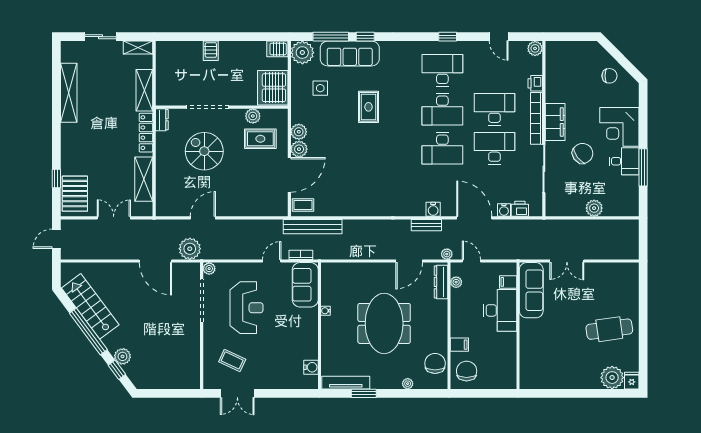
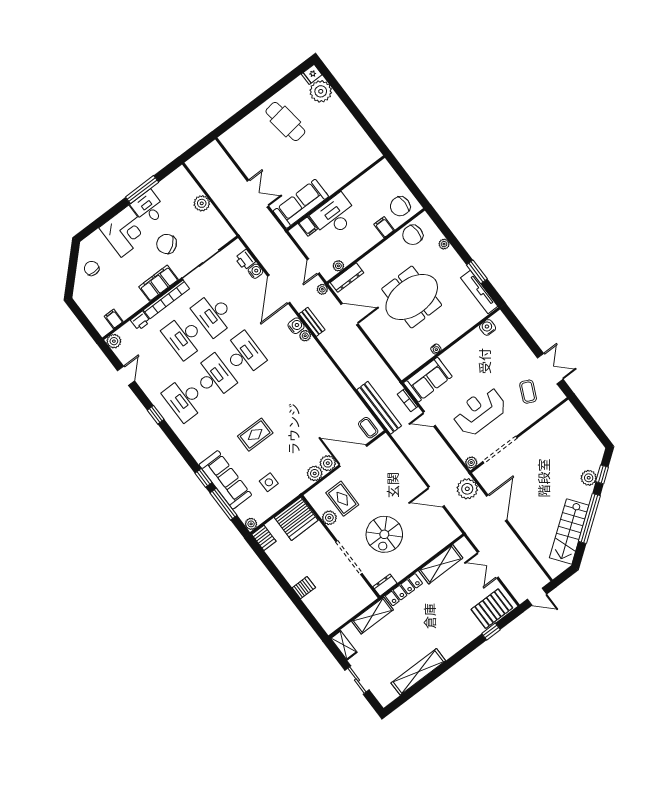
plant: (302, 53) -> (251, 524), width x0.53, depth x0.53
filing cabinet: (554, 62) -> (114, 319), added
plant: (419, 211) -> (305, 336), added

